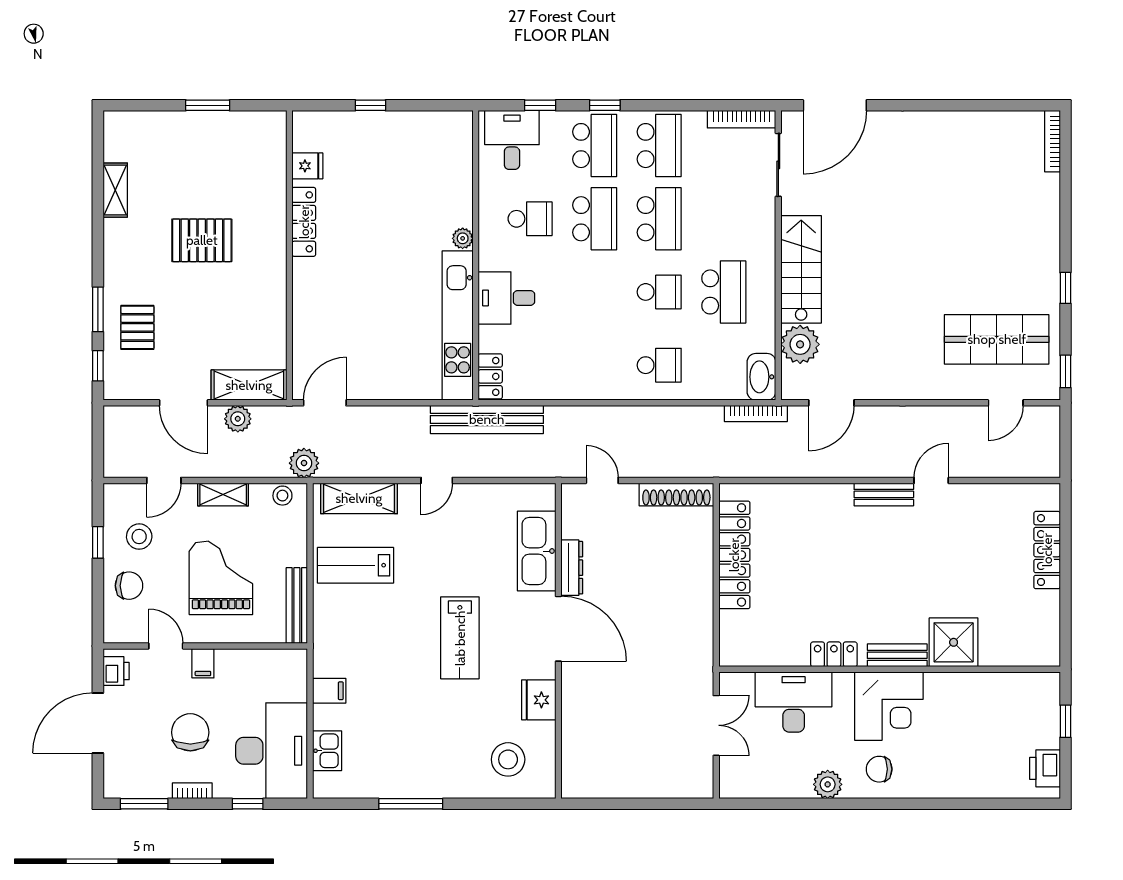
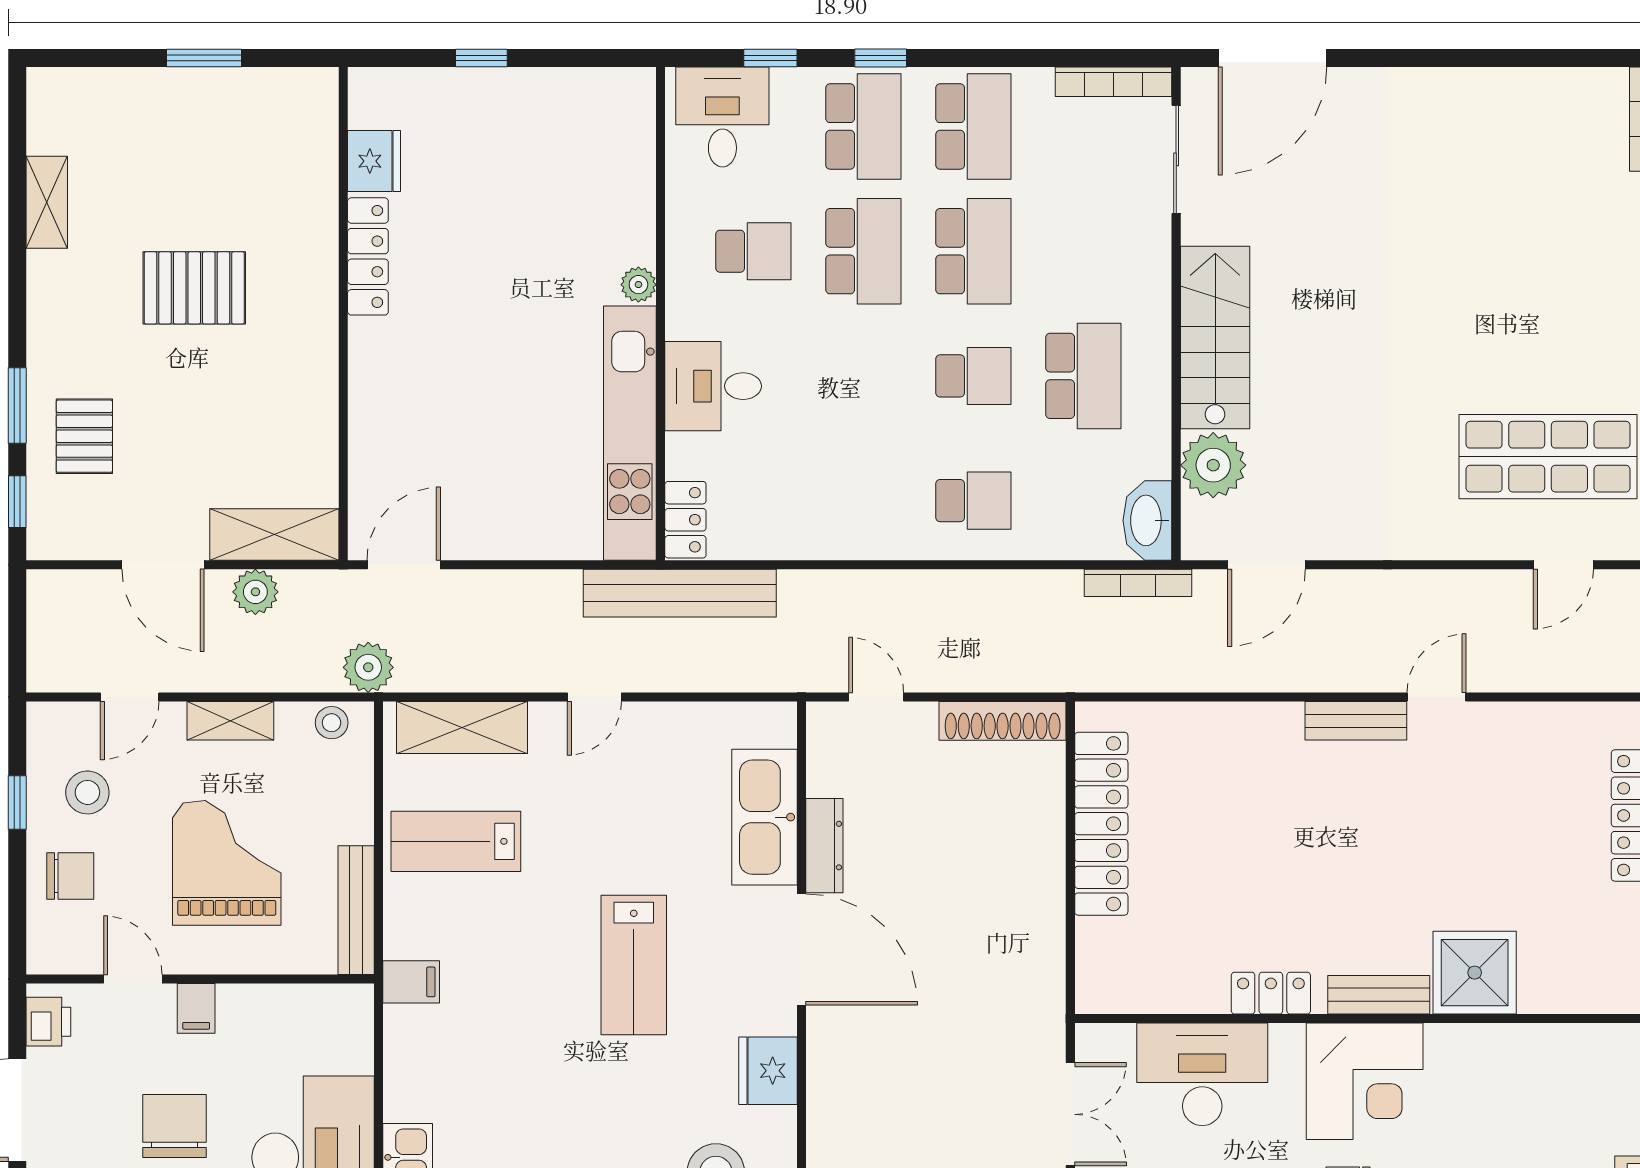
fridge: (307, 166) -> (374, 161), width x1.38
filing cabinet: (329, 691) -> (411, 982), moved

